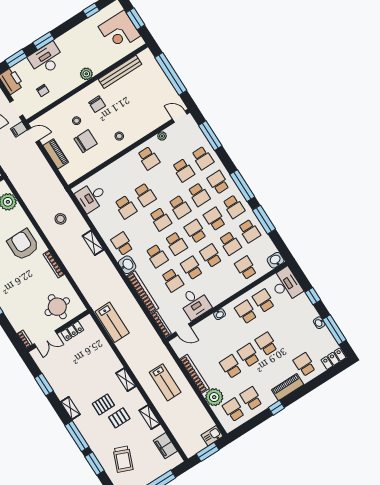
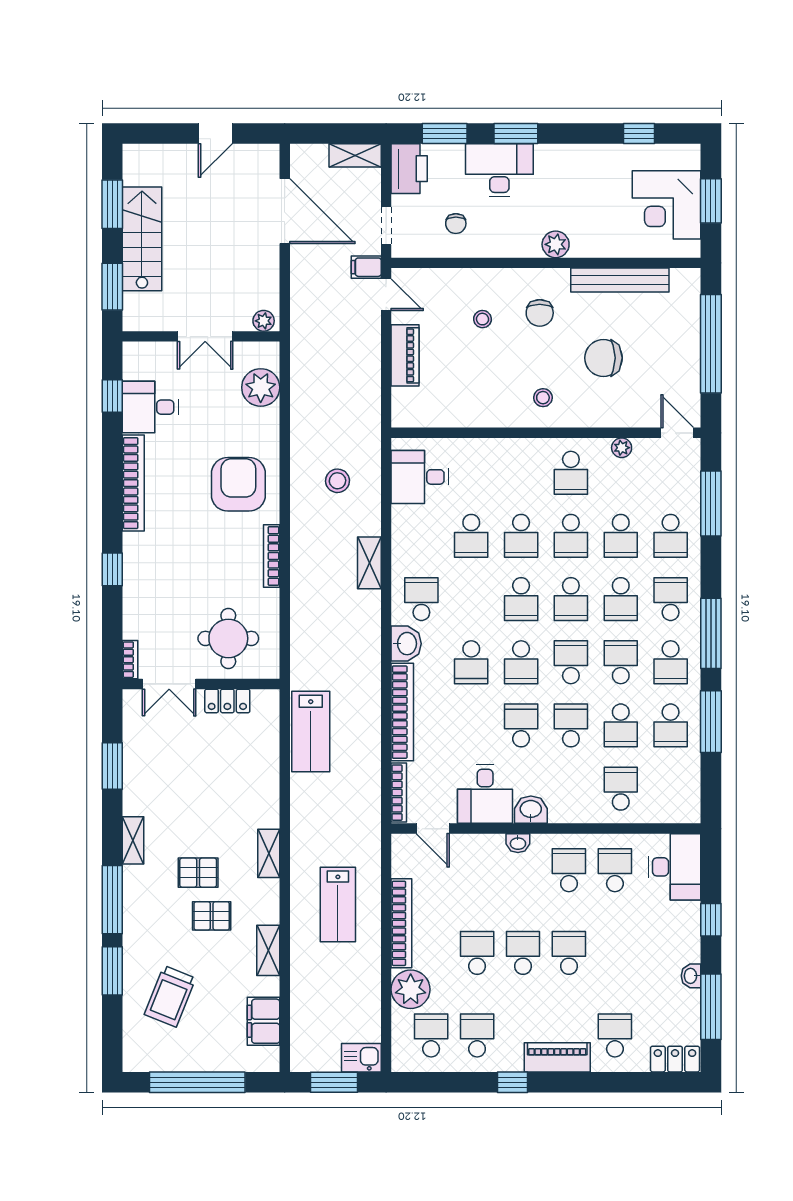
chair: (86, 141) -> (603, 358), moved, turned 180
washbasin: (276, 260) -> (531, 810), moved
school desk: (172, 280) -> (571, 536), moved

